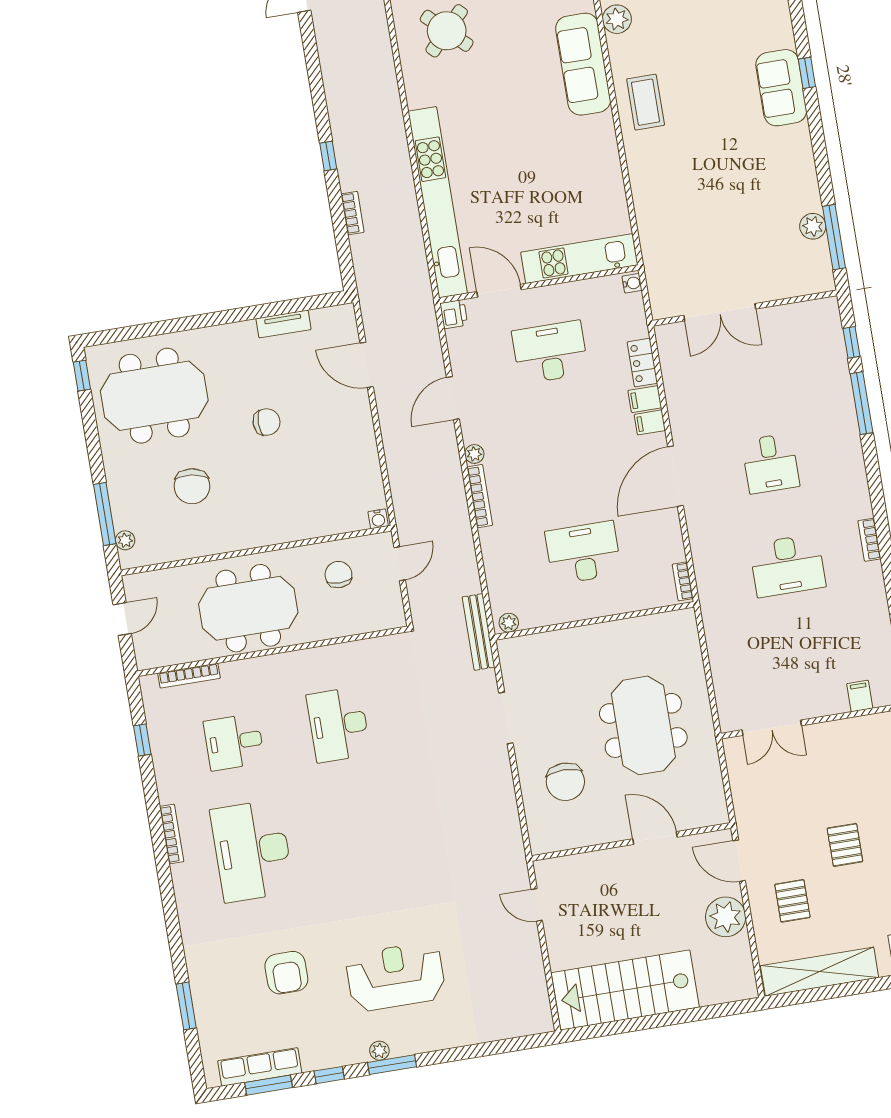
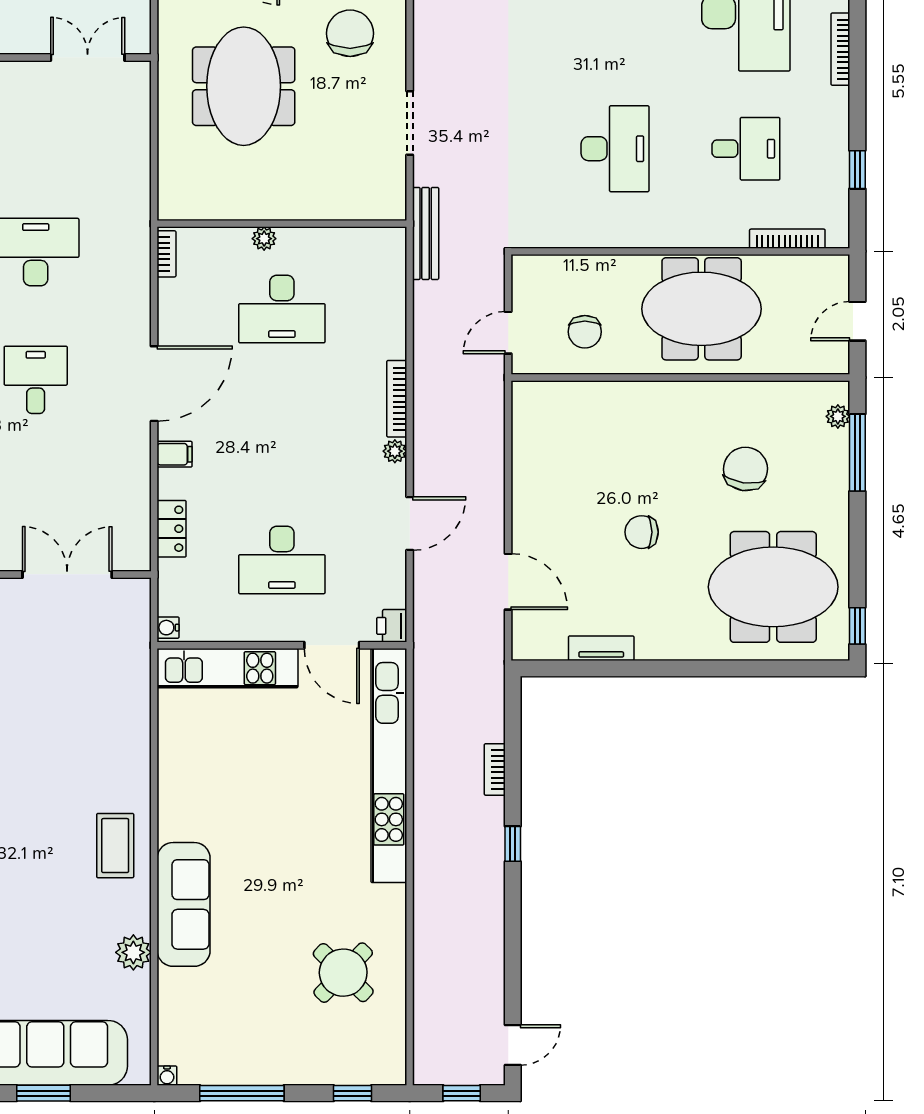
filing cabinet: (645, 399) -> (176, 484), removed
water cooler: (378, 519) -> (525, 392), removed
plant: (509, 623) -> (264, 239), moved

